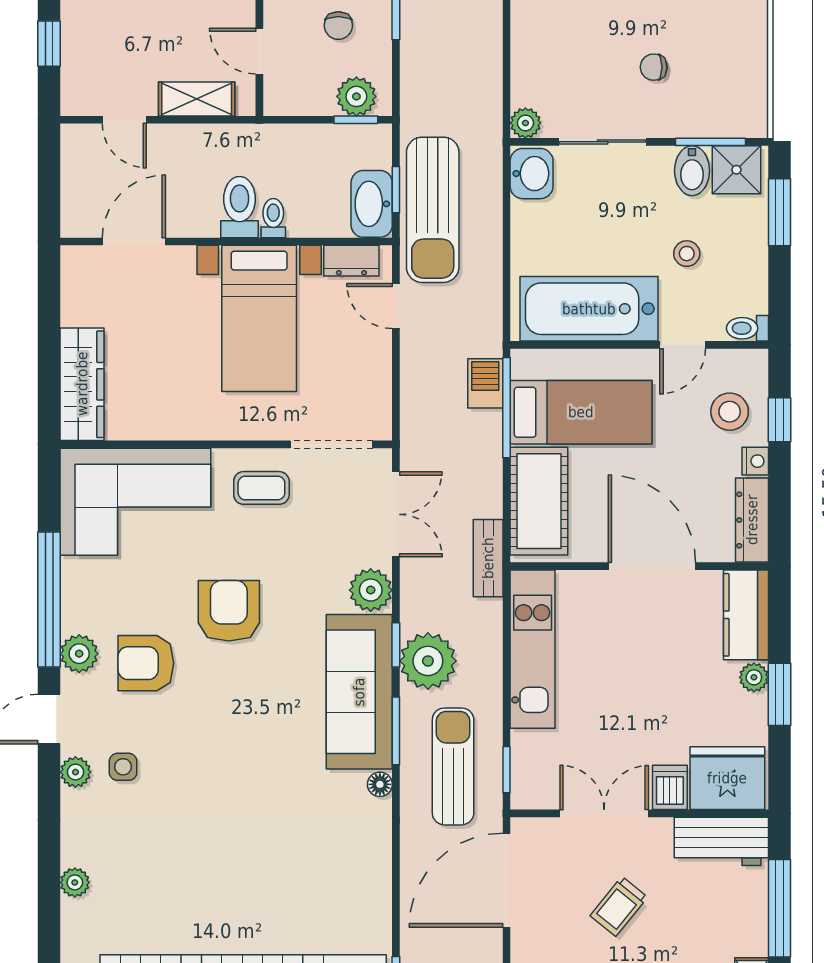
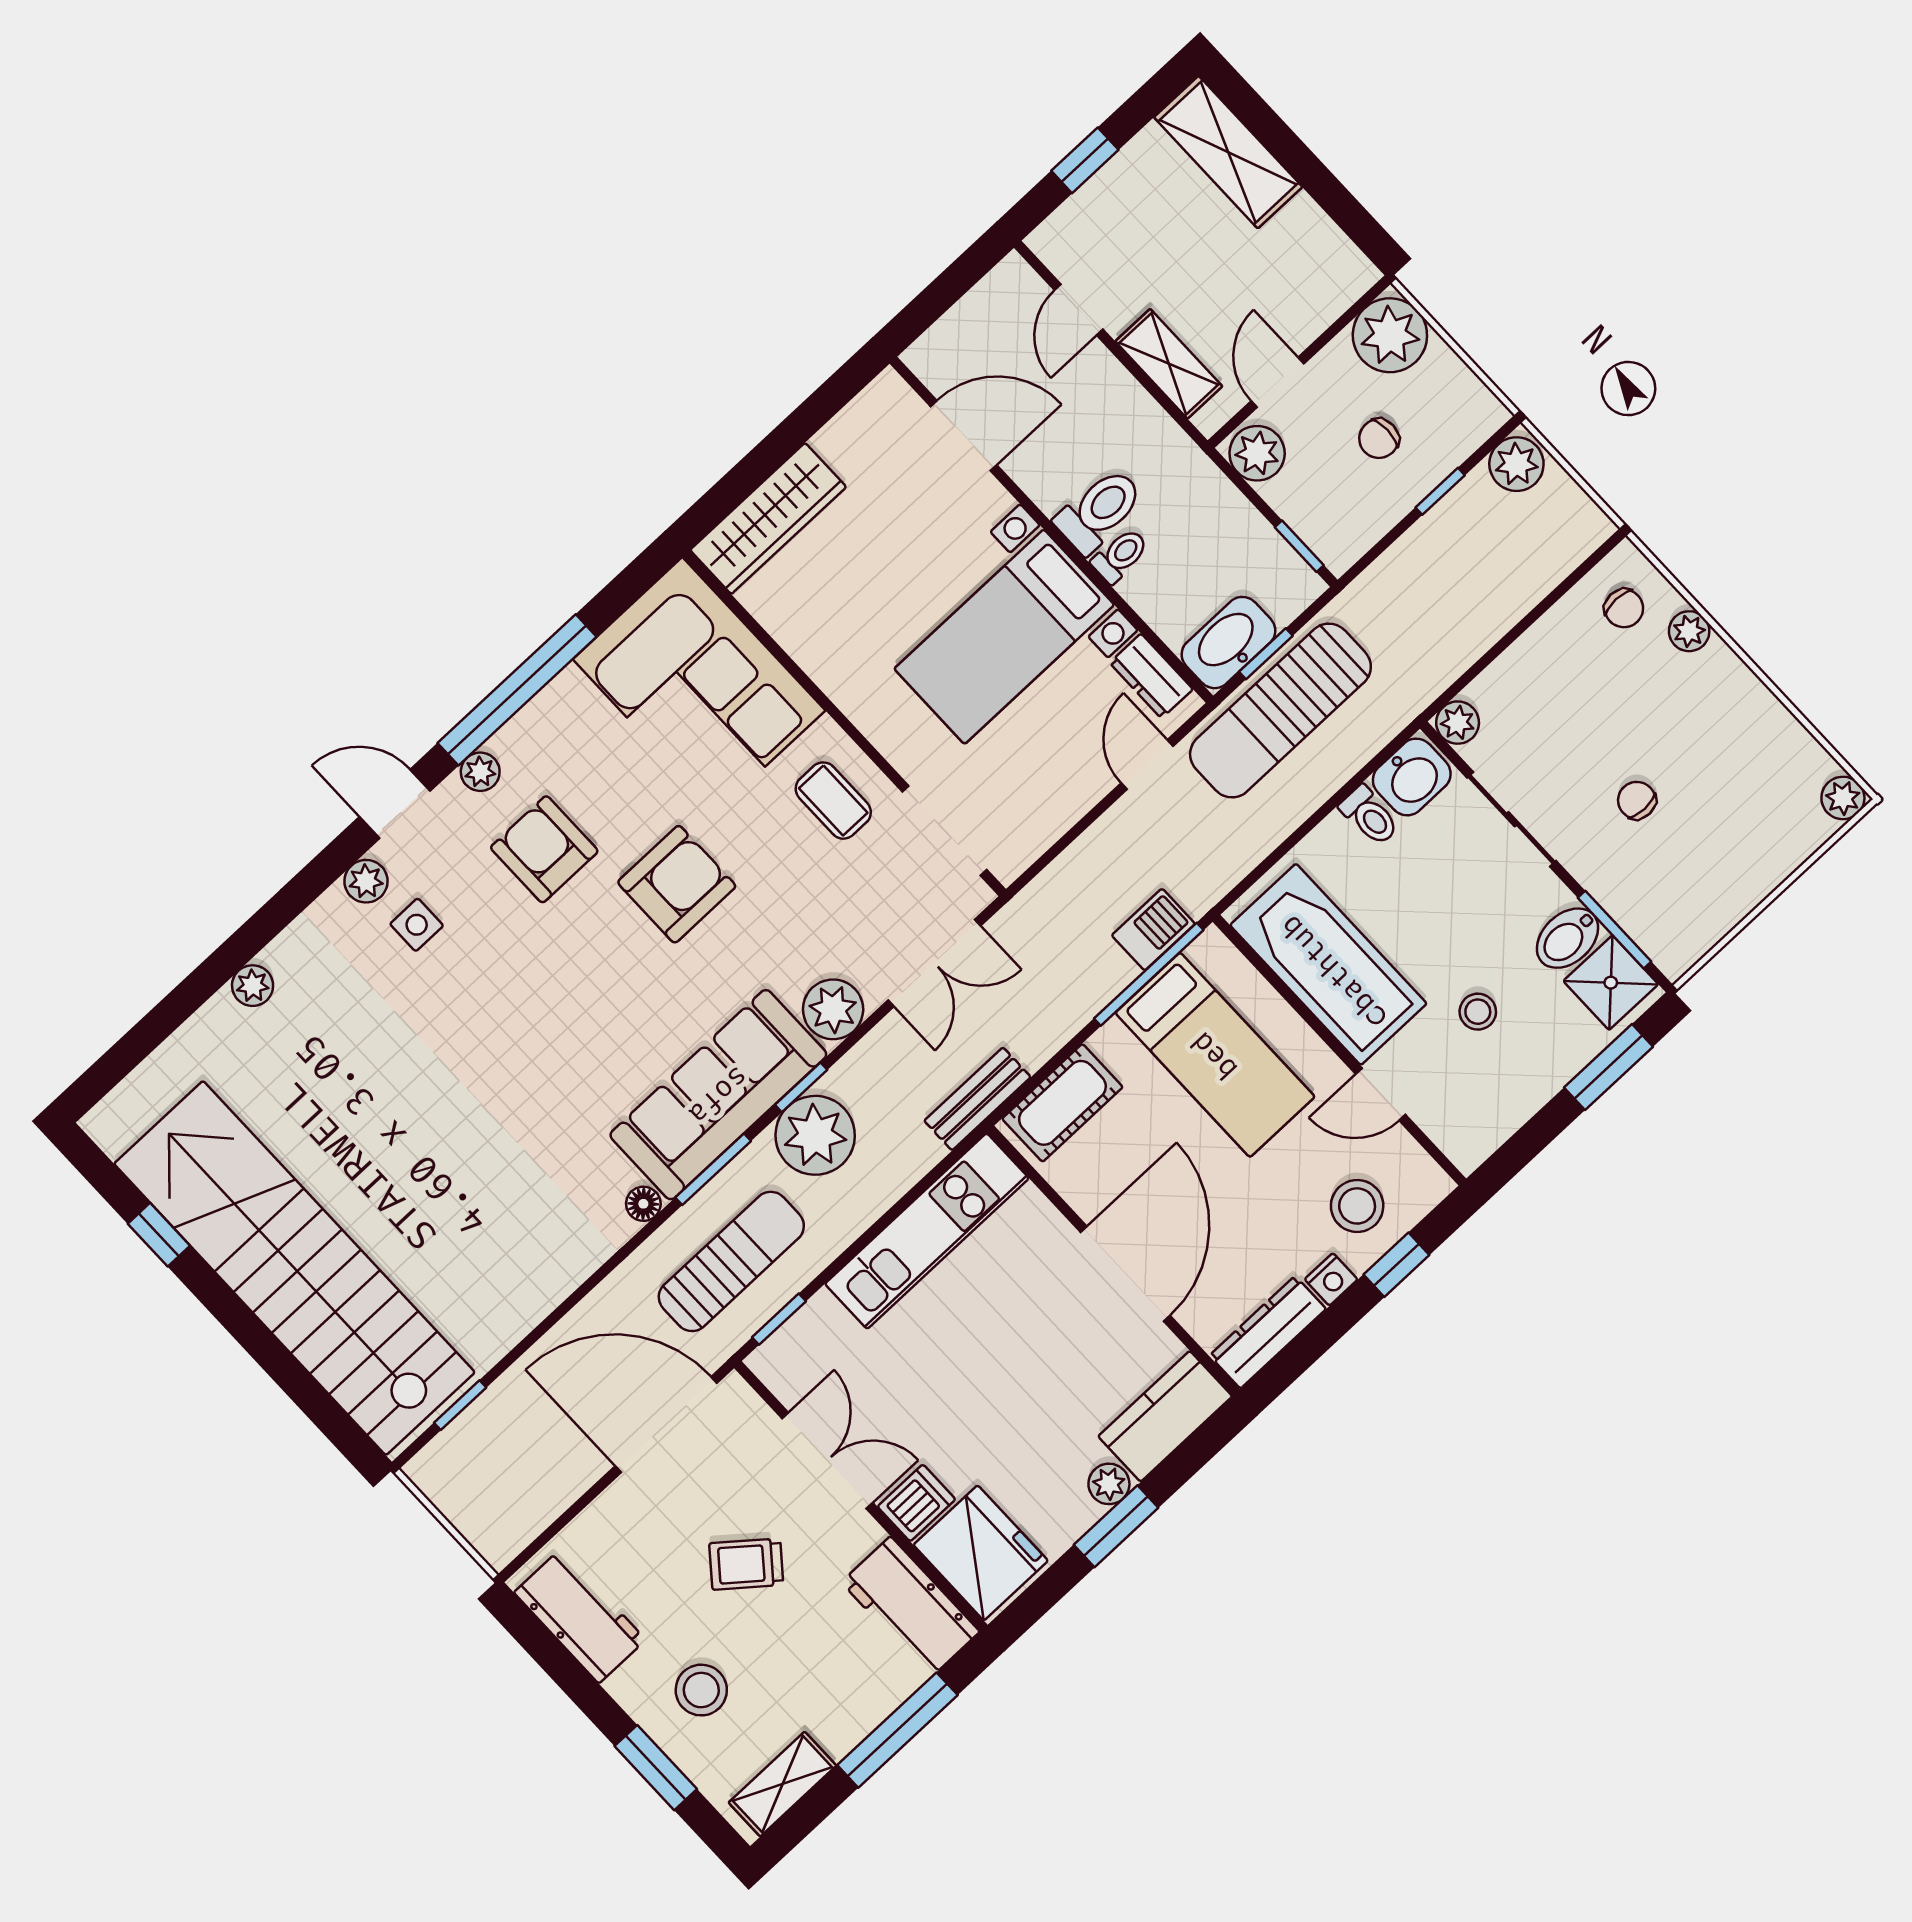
plant: (356, 96) -> (1257, 453), moved
toilet: (748, 328) -> (1369, 816), moved, turned 180
cot: (539, 501) -> (1062, 1103), width x0.73, depth x0.75
plant: (79, 654) -> (480, 772), width x0.73, depth x0.73

